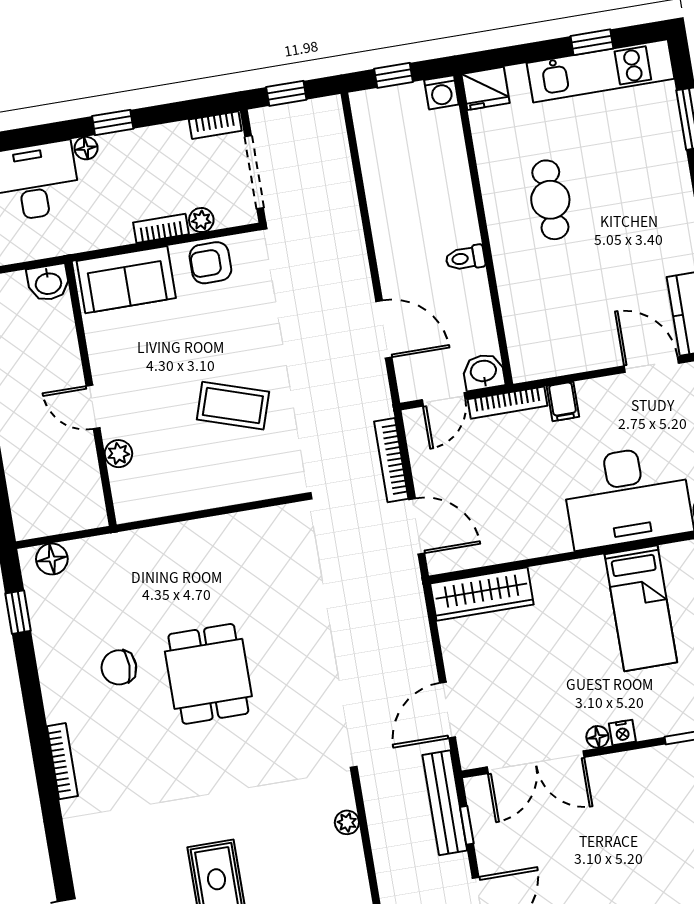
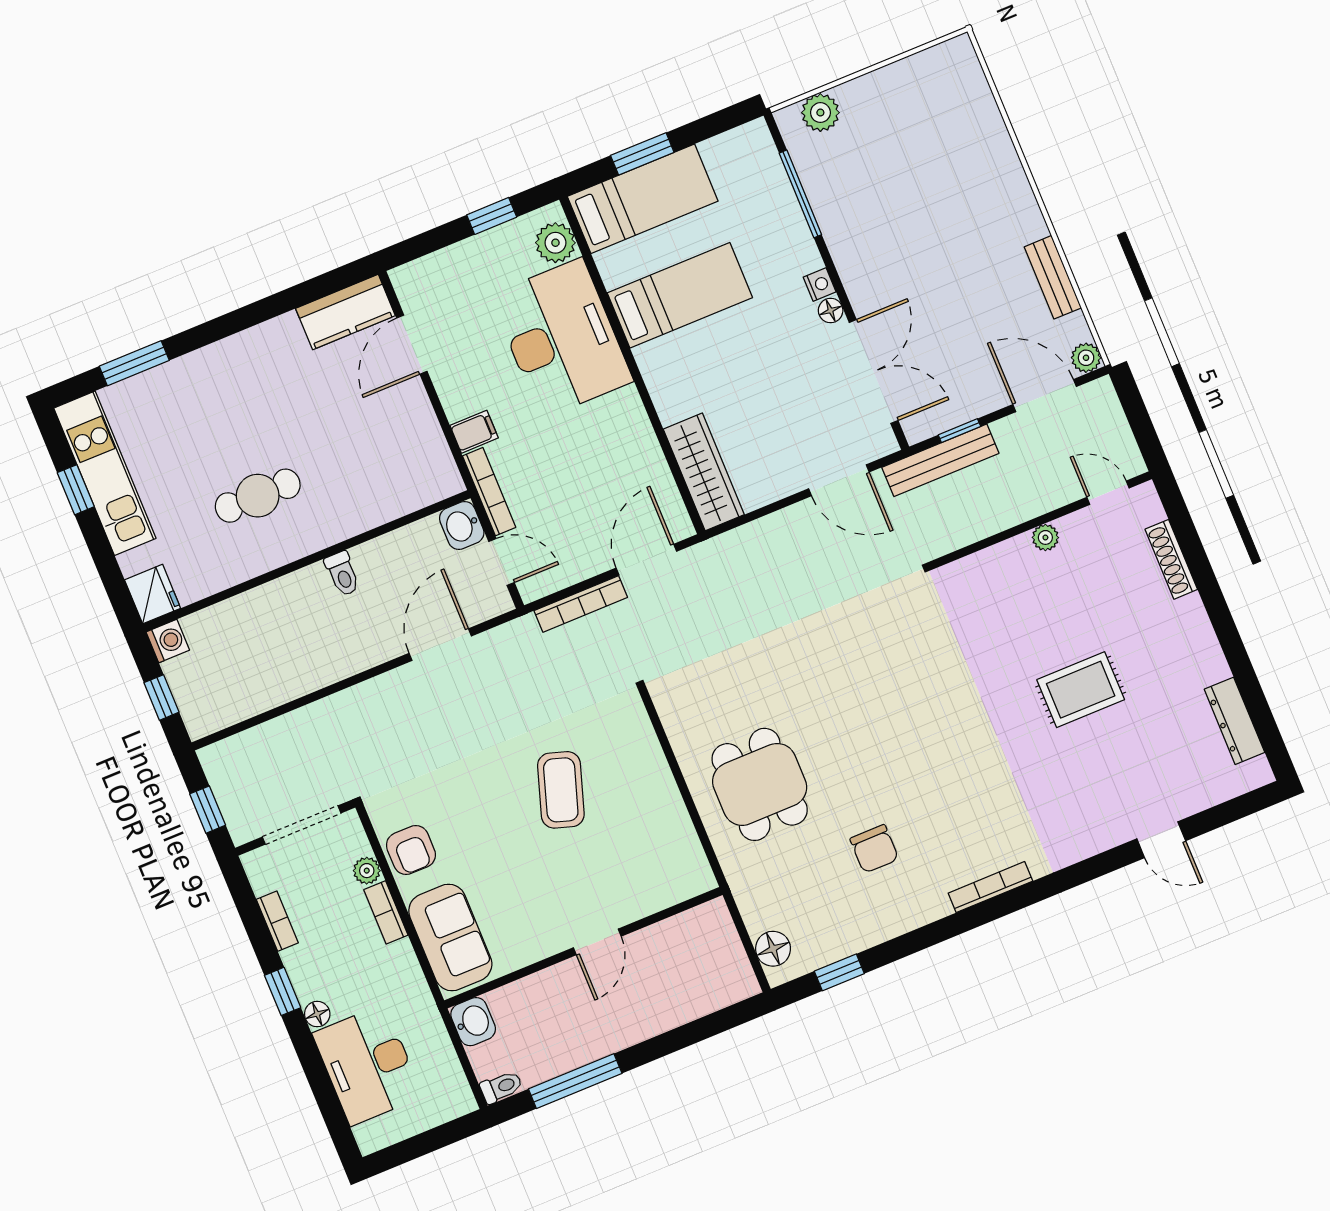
bookcase: (215, 125) -> (277, 921), moved
plant: (118, 454) -> (642, 903), removed
dining table: (208, 674) -> (760, 784), moved, turned 90
plant: (347, 822) -> (1045, 537), moved

